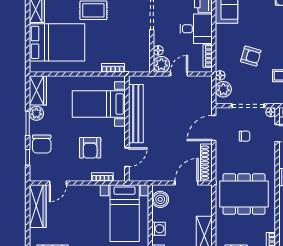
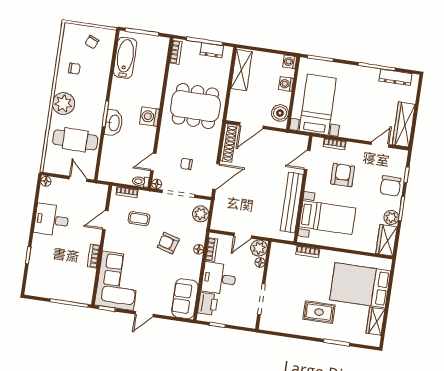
floor lamp: (220, 75) -> (199, 249), moved
chair: (42, 144) -> (390, 186), turned 180

